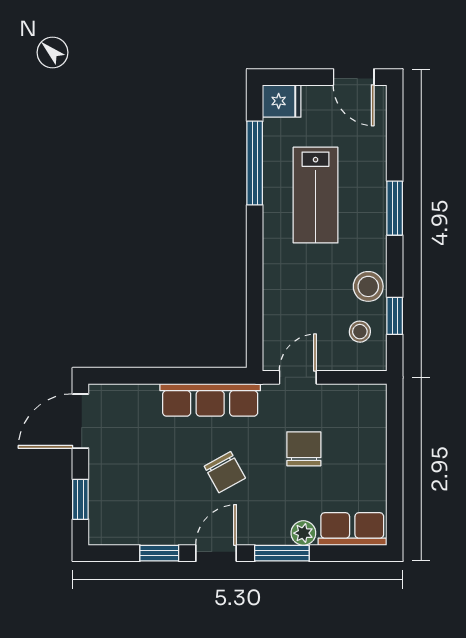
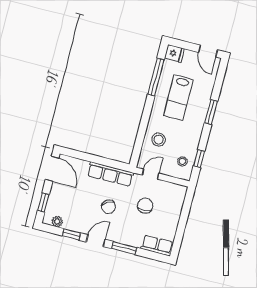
stool: (368, 286) -> (159, 140), moved
door: (80, 421) -> (52, 169), swing flipped
plant: (303, 533) -> (57, 222), moved

